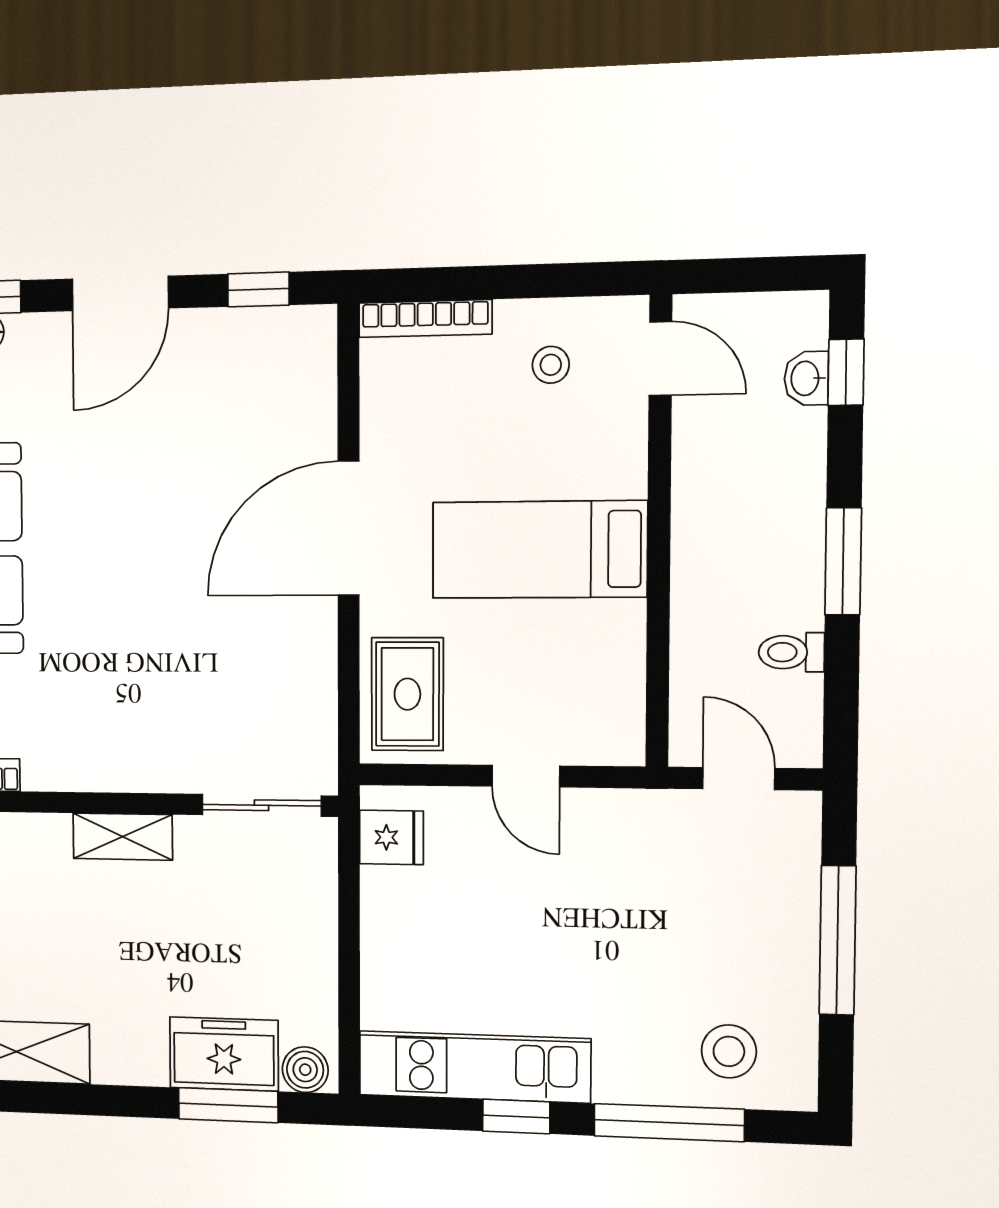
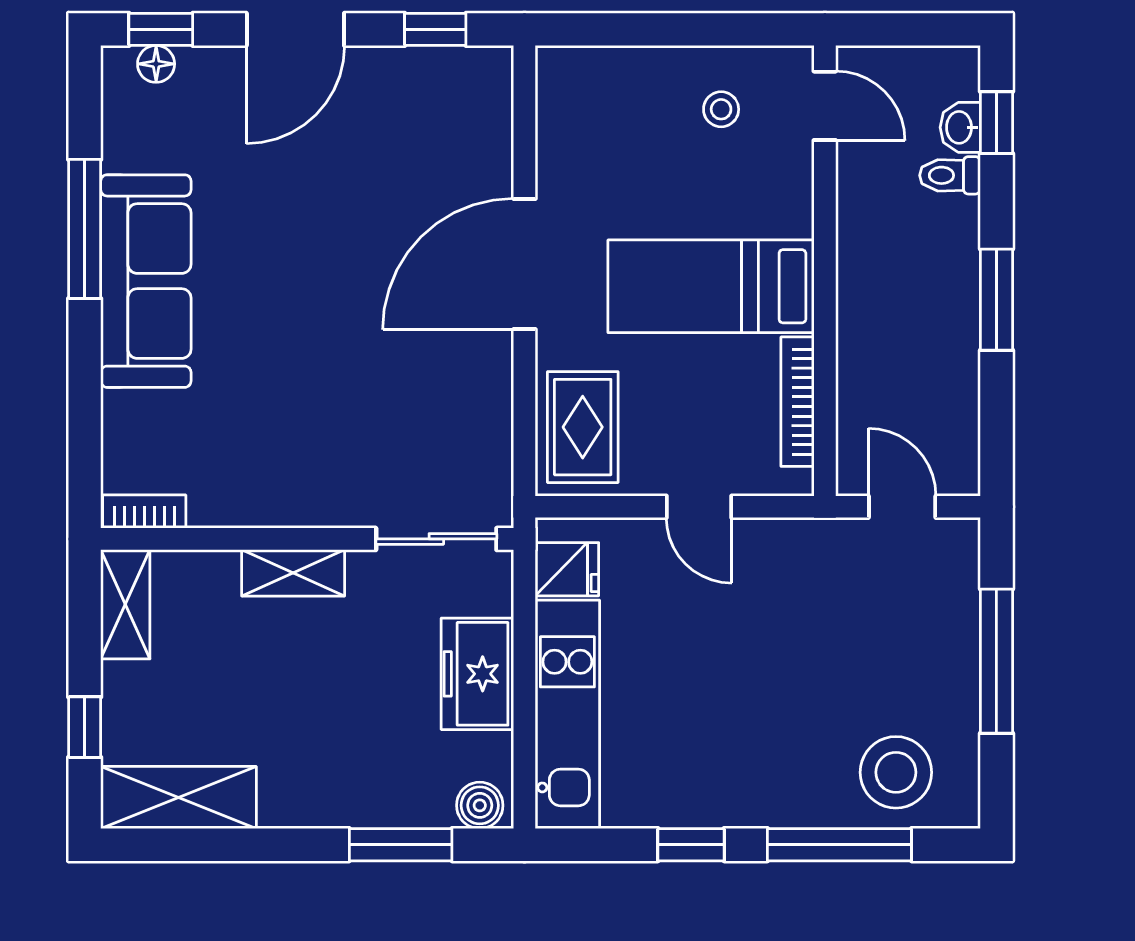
bookcase: (425, 318) -> (798, 402), moved, turned 90
toilet: (791, 652) -> (950, 175), moved
stool: (729, 1051) -> (896, 772), width x1.38, depth x1.38
freezer: (224, 1054) -> (477, 674), moved, turned -90
kitchen unit: (474, 1067) -> (567, 714), moved, turned 90

